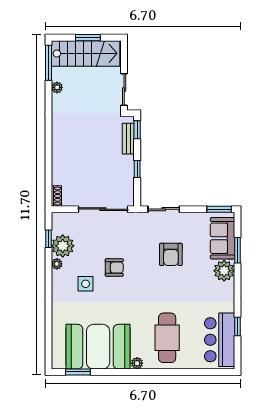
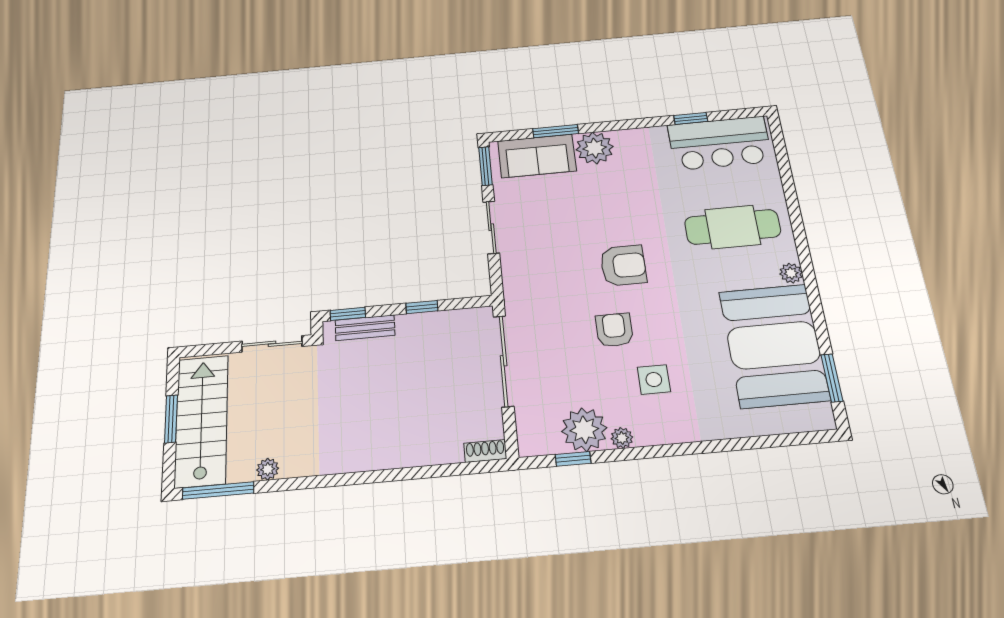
sliding door: (164, 209) -> (491, 227), moved
armchair: (171, 254) -> (623, 266), moved

